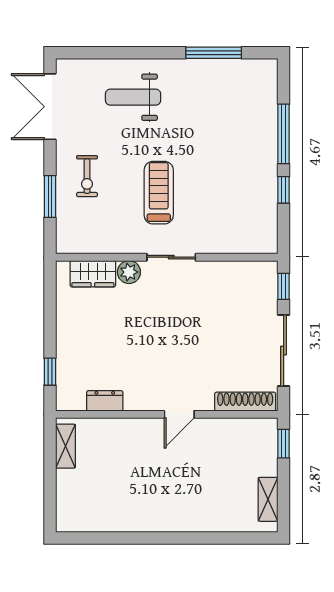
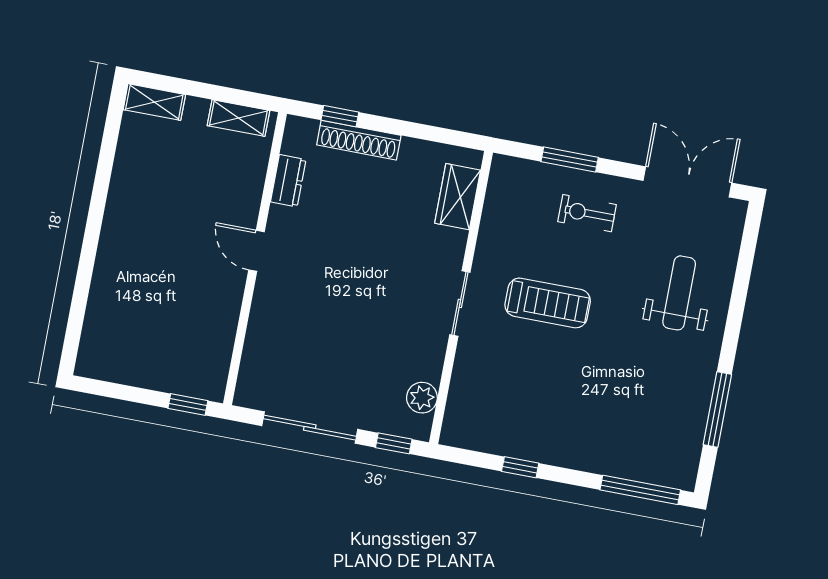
window: (284, 134) -> (640, 490), moved
plant: (129, 272) -> (422, 398), moved
shoe rack: (245, 402) -> (359, 140), moved, turned 90
door: (179, 414) -> (256, 251), moved
shelving: (268, 499) -> (154, 102), moved

